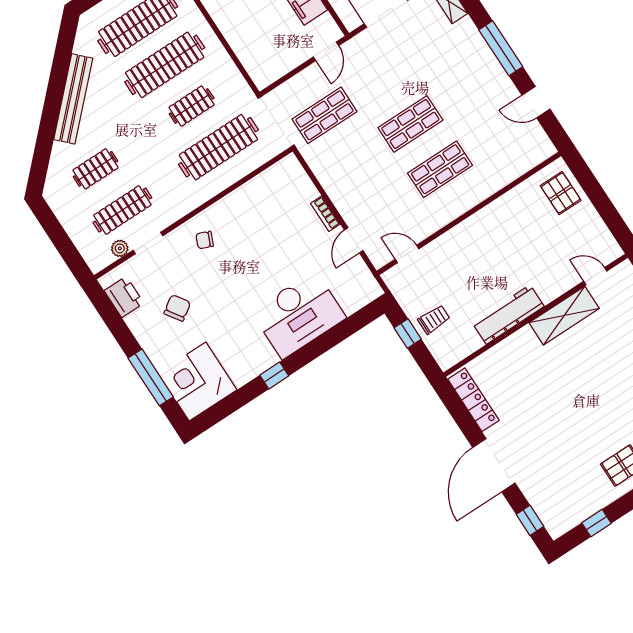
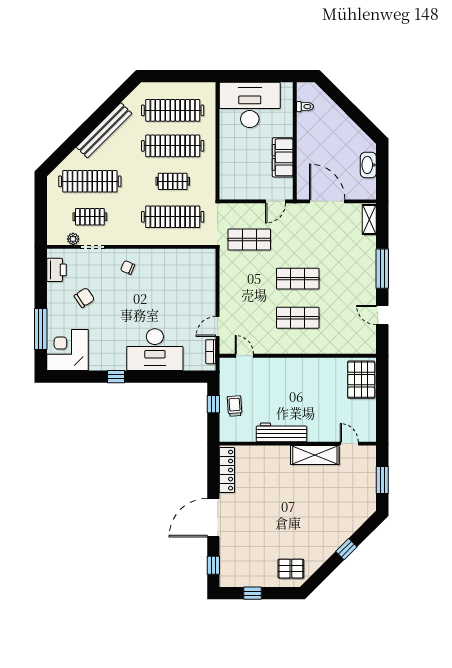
clothes rail: (95, 169) -> (90, 181), width x1.86, depth x1.31
pallet: (561, 193) -> (361, 380), width x1.50, depth x1.42
clothes rail: (122, 210) -> (90, 217), width x0.73
bookcase: (325, 214) -> (211, 352), moved
trolley: (434, 319) -> (235, 406), turned -94

